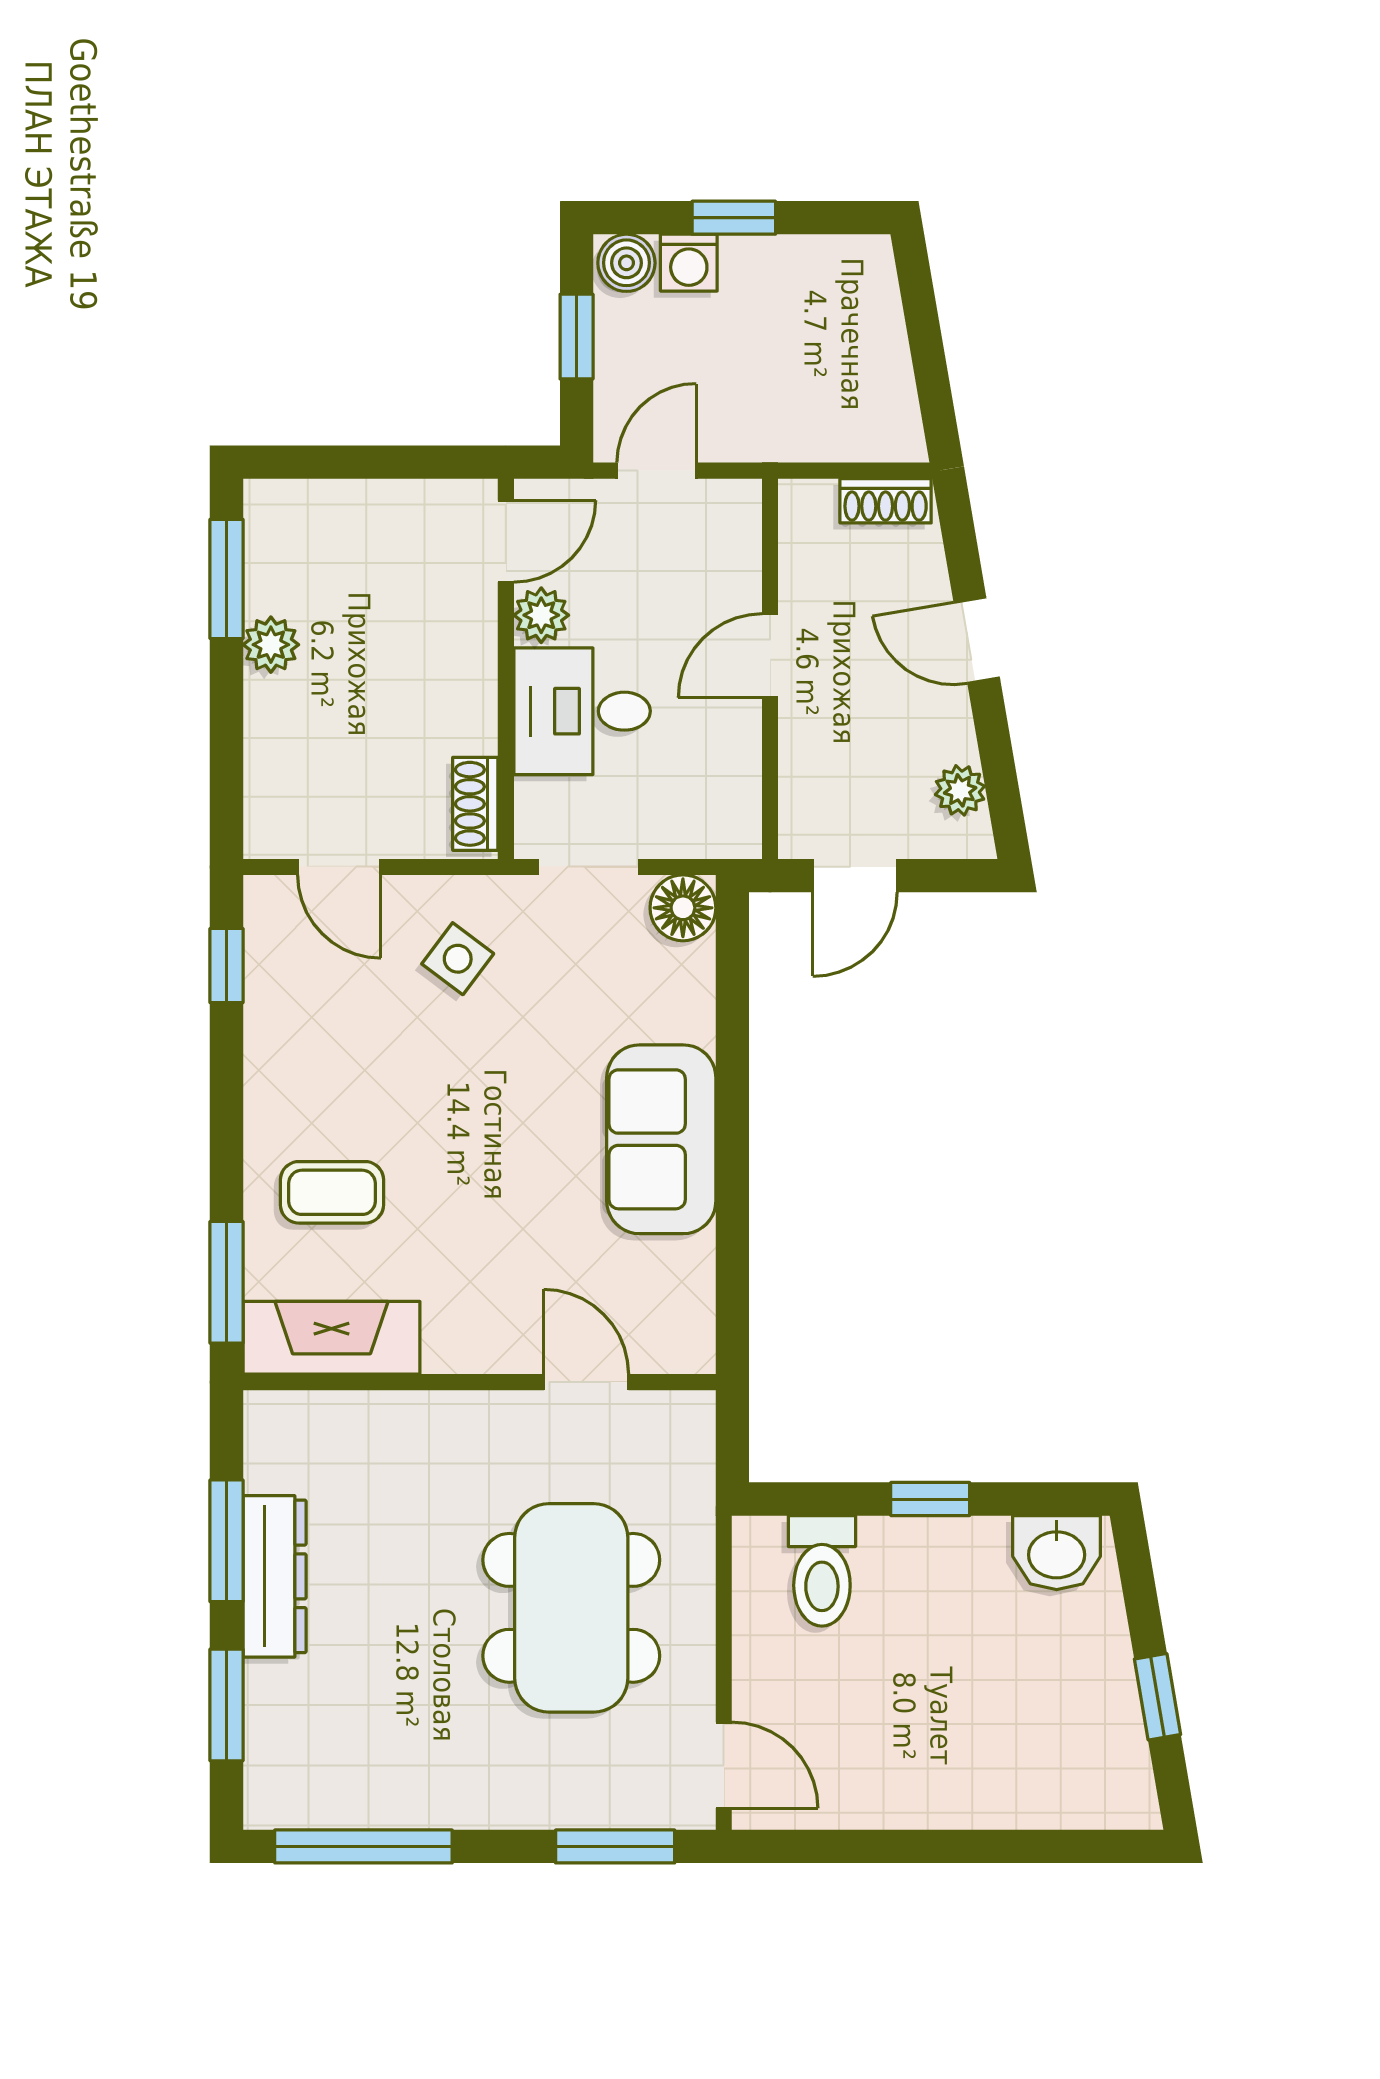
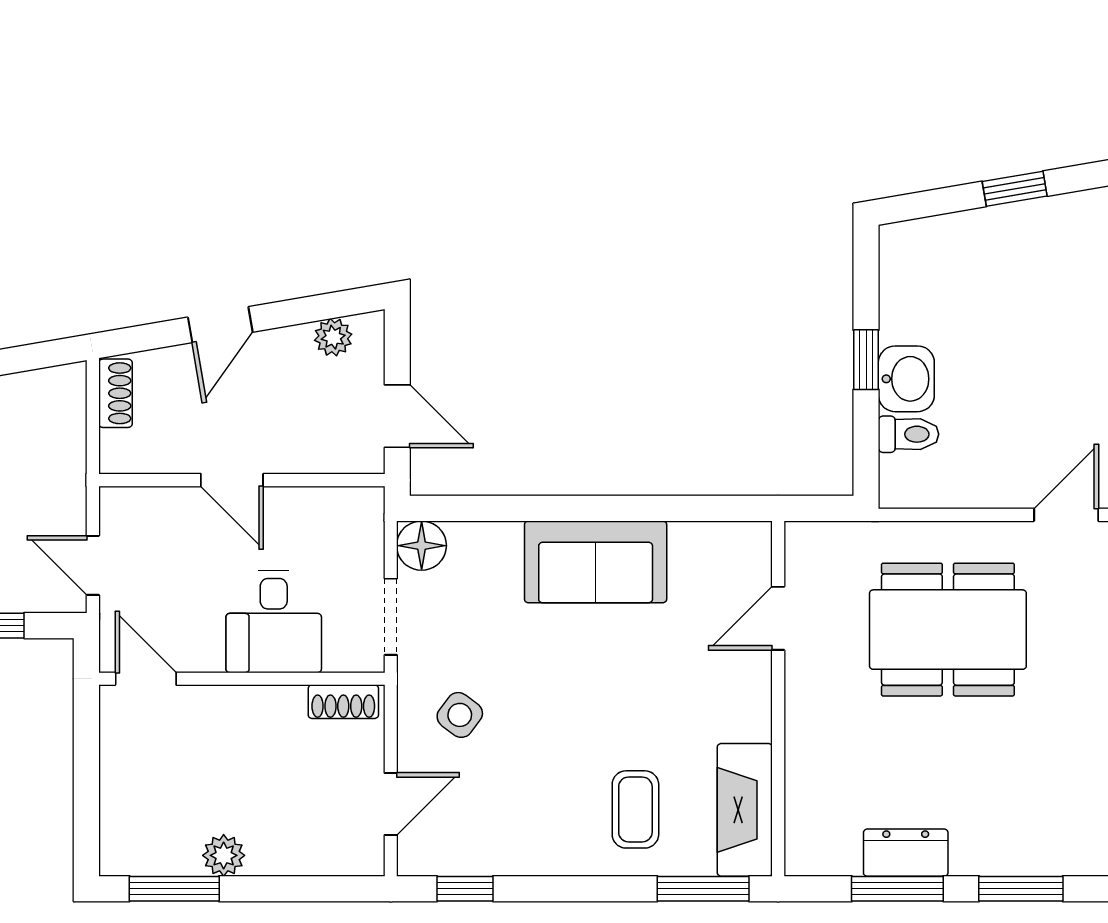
plant: (541, 615) -> (201, 652), removed
washbasin: (1057, 1553) -> (906, 379), moved
toilet: (822, 1571) -> (908, 434), width x0.73, depth x0.72
dresser: (275, 1576) -> (906, 853), width x0.70

